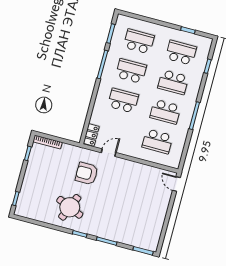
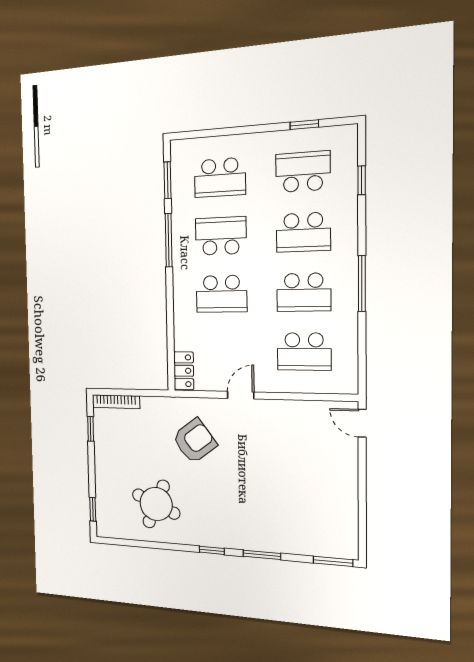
school desk: (139, 41) -> (220, 177), turned 180
school desk: (123, 101) -> (222, 294), turned 180
door: (109, 153) -> (241, 395), moved
armchair: (87, 173) -> (194, 441), turned 143
round table: (70, 207) -> (156, 504), moved

